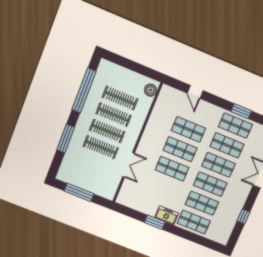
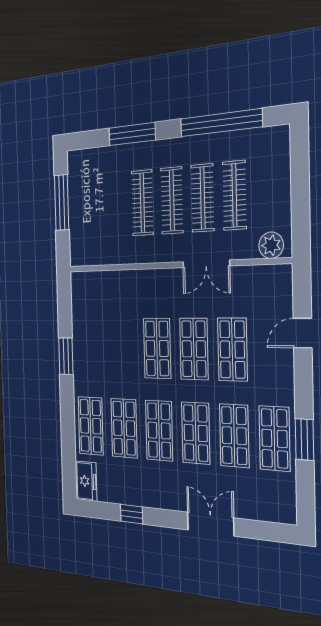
double door: (129, 165) -> (206, 264), moved
freezer: (167, 215) -> (86, 481), moved

